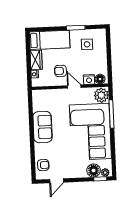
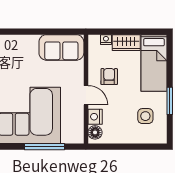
door: (74, 87) -> (86, 95), hinge flipped
plant: (101, 95) -> (72, 133), removed
sofa: (43, 127) -> (61, 47), moved

